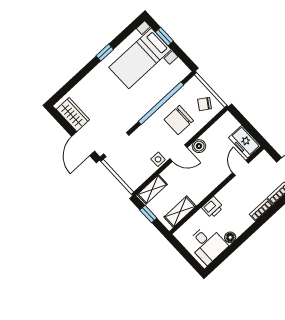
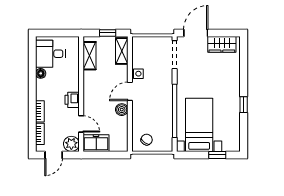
bed with nightstands: (140, 58) -> (199, 125), moved
chair: (179, 120) -> (152, 112), removed
door: (83, 144) -> (196, 33), hinge flipped
plant: (264, 161) -> (71, 144), added
printer: (213, 207) -> (72, 100), moved

